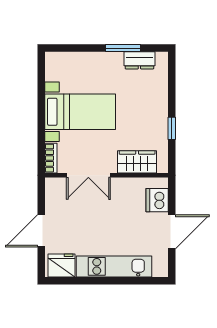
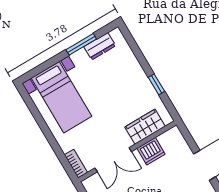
bed with nightstands: (80, 112) -> (62, 97), moved, turned 90
dishwasher: (157, 200) -> (151, 151), moved, turned -90

